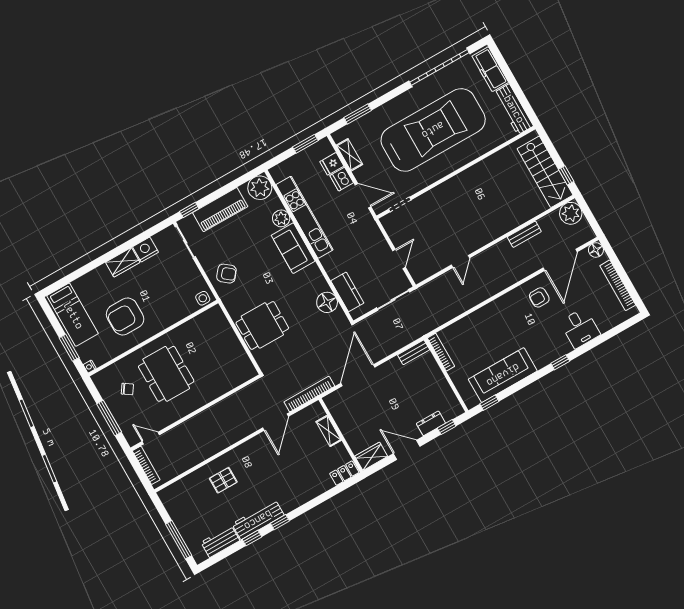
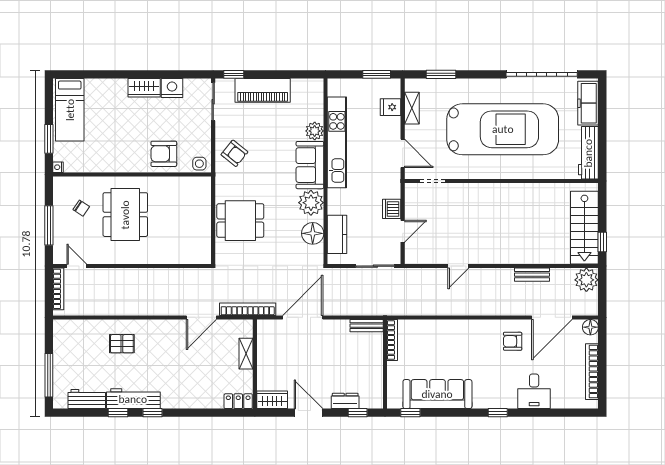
dishwasher: (342, 179) -> (392, 209), moved
plant: (260, 188) -> (311, 203), moved
armchair: (125, 316) -> (164, 154), moved, width x0.73, depth x0.73

